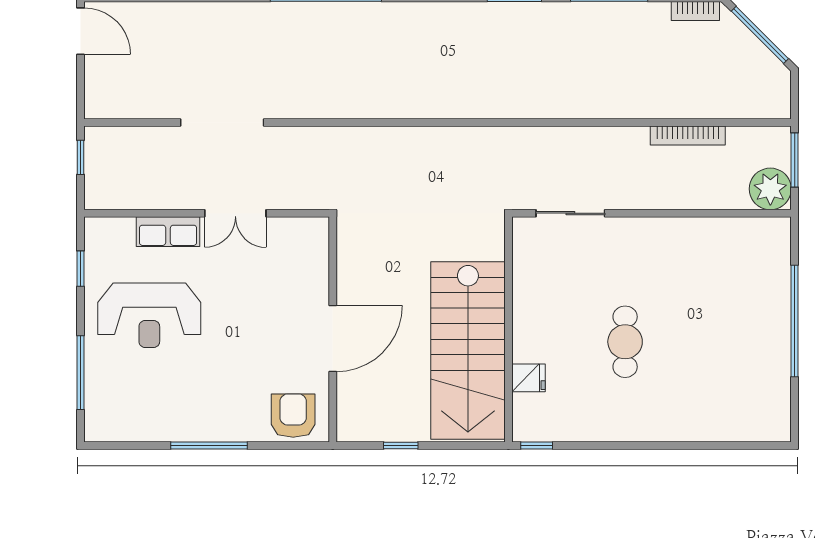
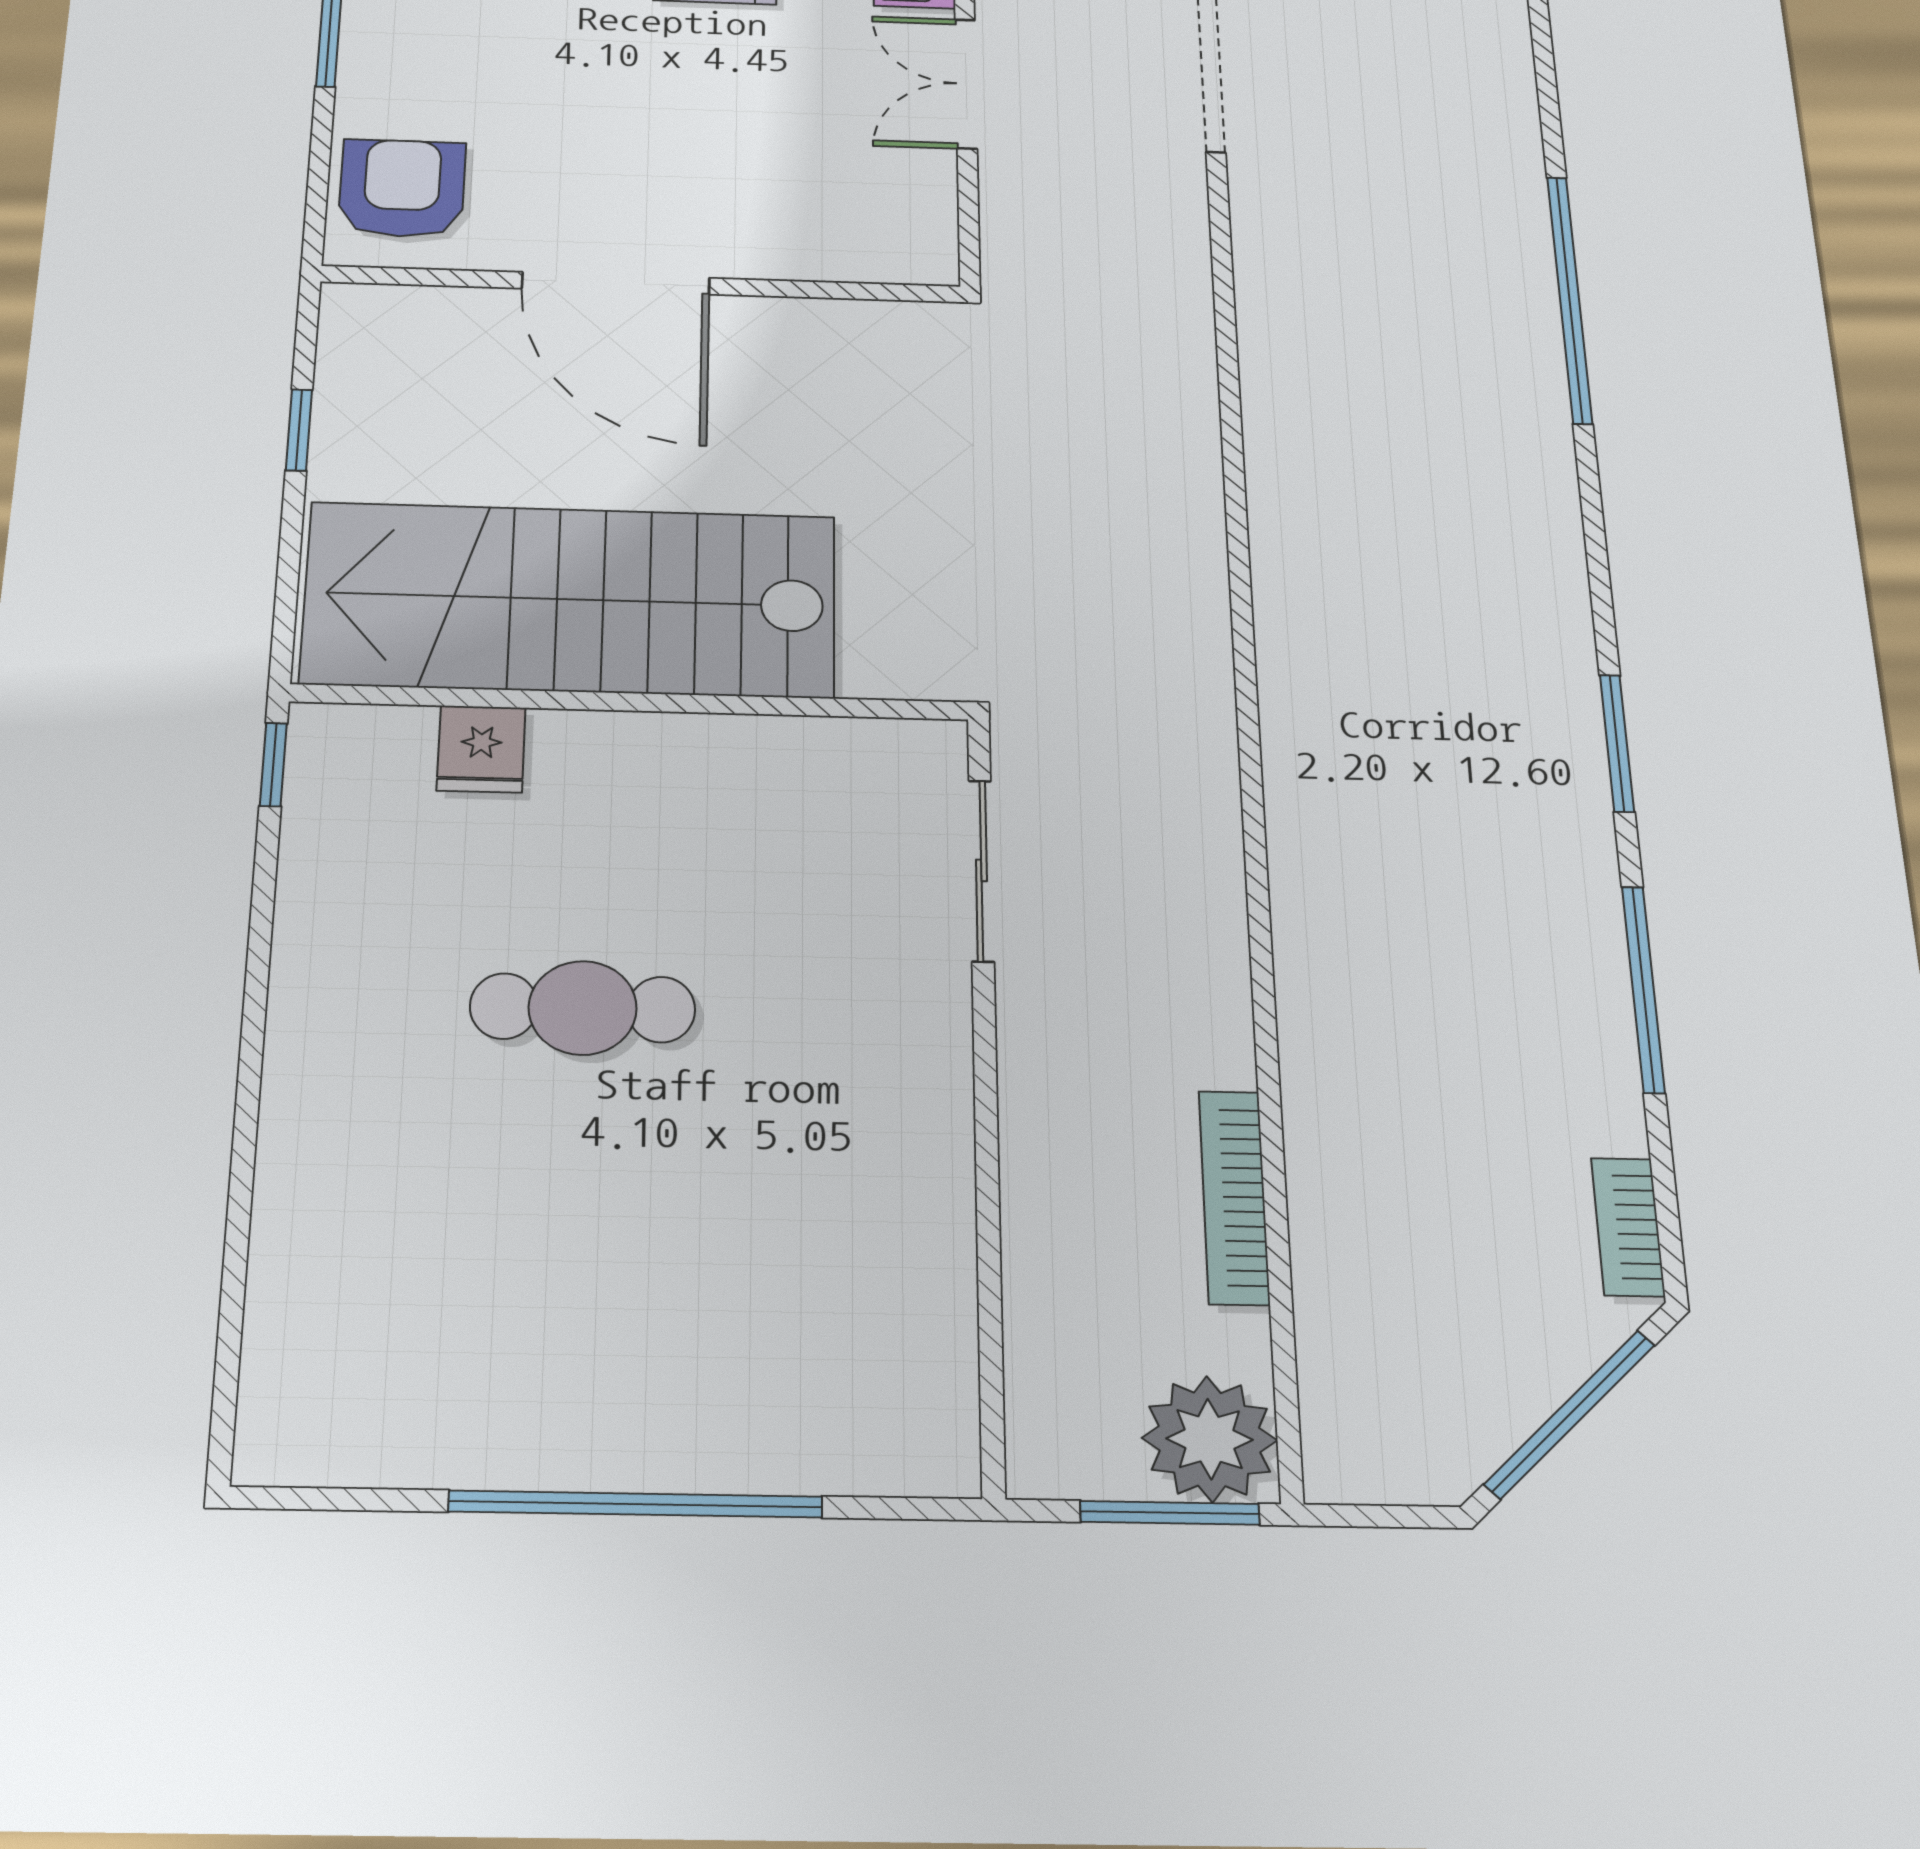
plant: (770, 189) -> (1210, 1439), moved
armchair: (293, 416) -> (402, 188), turned -90

